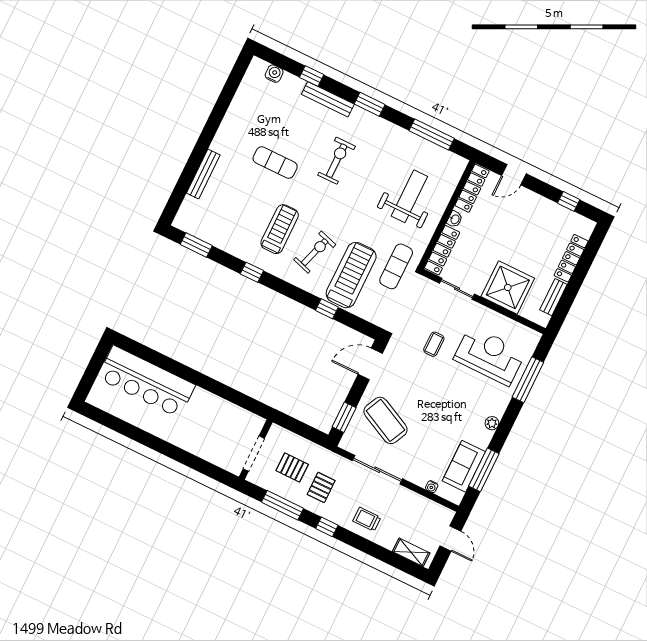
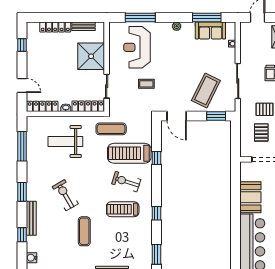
exercise bike: (337, 161) -> (65, 195), turned 60
booth: (211, 410) -> (250, 197), added

